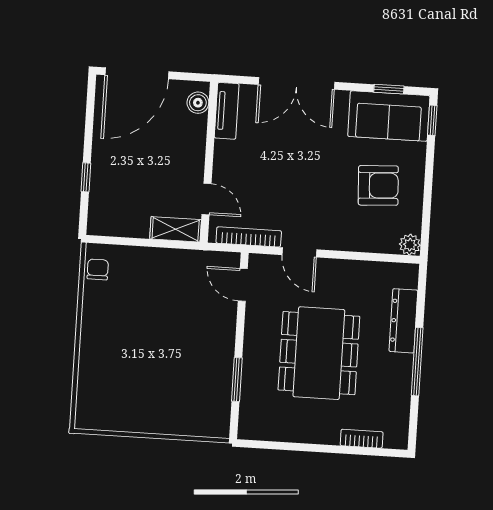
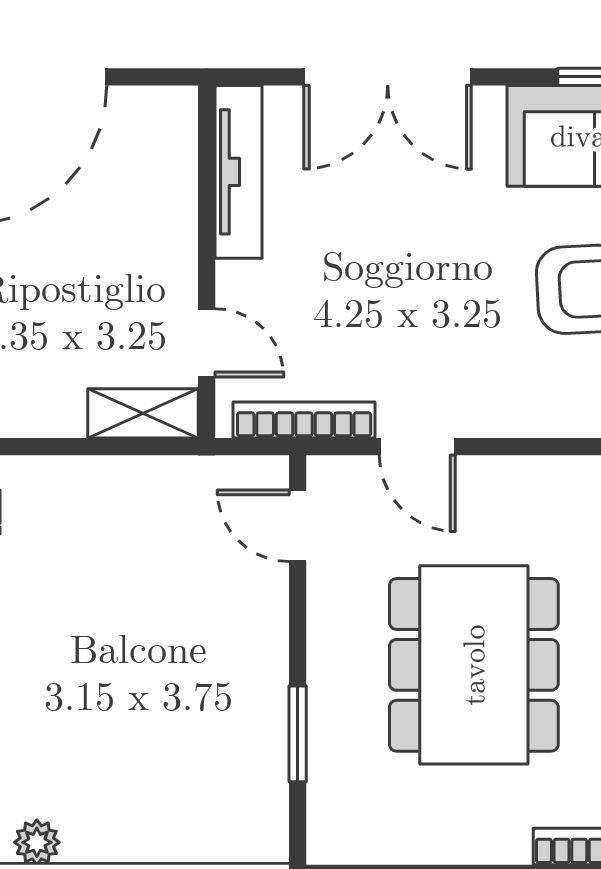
boiler: (198, 103) -> (174, 133), removed
tv unit: (227, 111) -> (239, 172), width x1.41
plant: (115, 421) -> (37, 842), added

